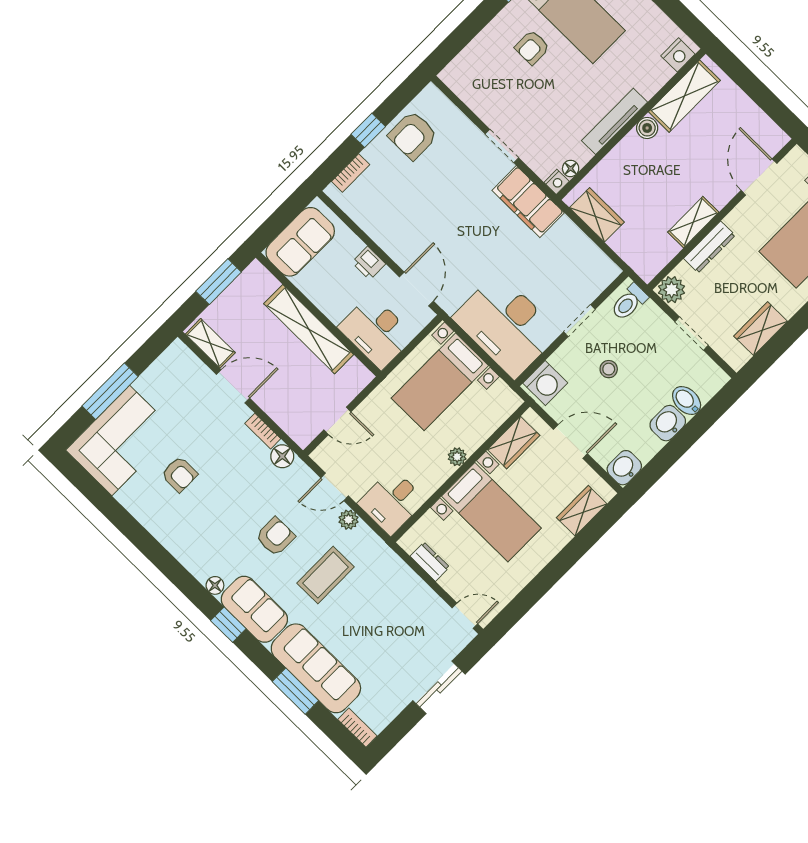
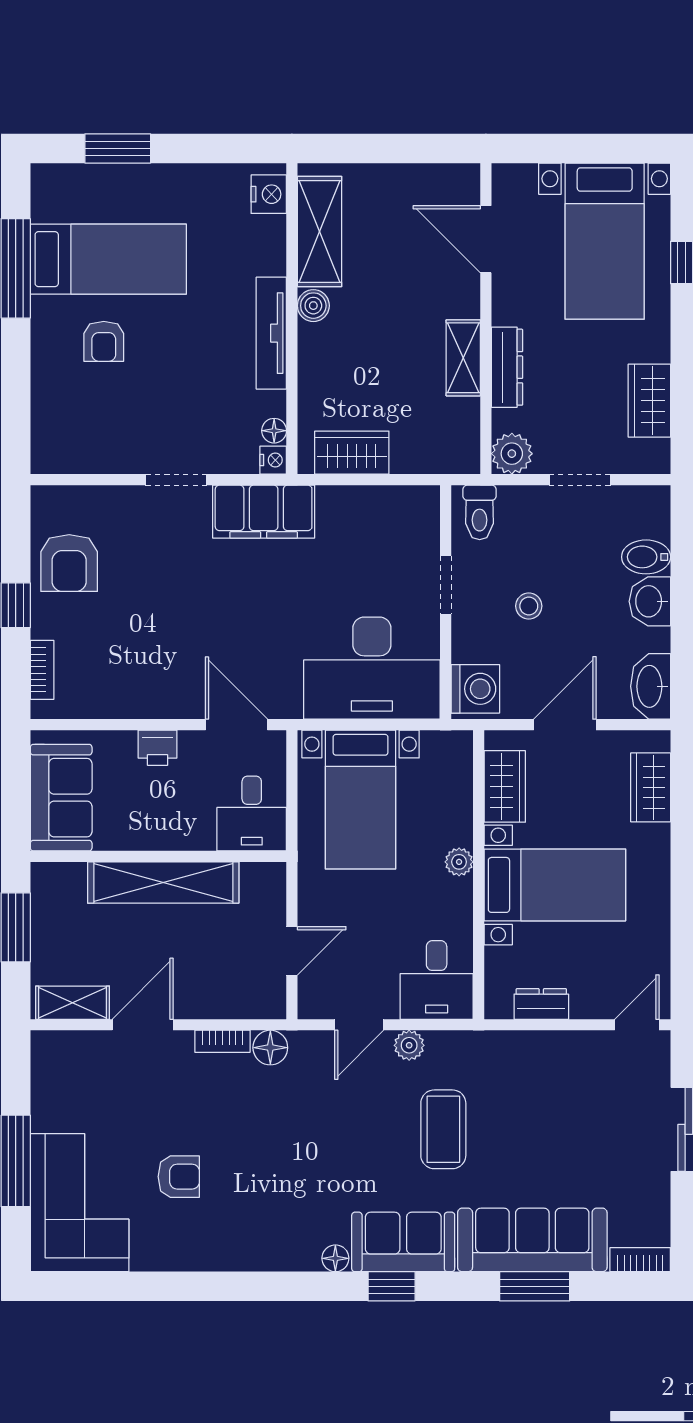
desk: (376, 332) -> (252, 813), width x0.73
washbasin: (624, 468) -> (651, 686), width x1.38
armchair: (275, 537) -> (348, 1141), removed

